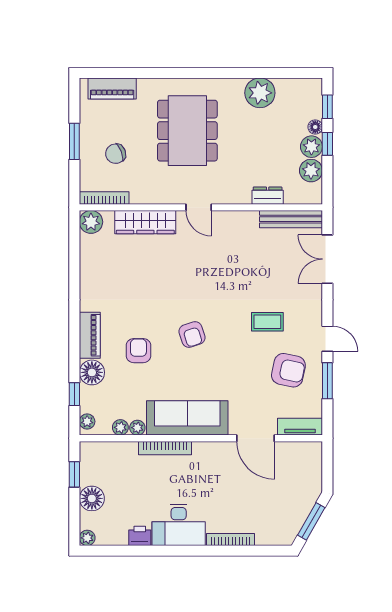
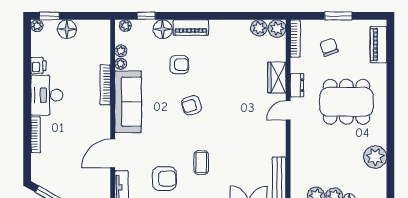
dresser: (268, 196) -> (297, 85), moved
wardrobe: (145, 222) -> (277, 78), width x0.67
plant: (90, 246) -> (259, 28), added
armchair: (288, 370) -> (164, 179), turned -102
window: (74, 474) -> (49, 16), moved

